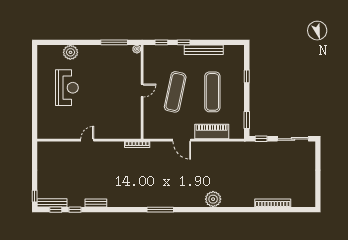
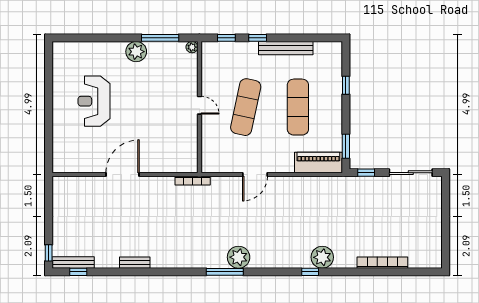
plant: (70, 52) -> (136, 52), moved
reception desk: (67, 88) -> (94, 101), turned 180
door: (142, 91) -> (199, 105), hinge flipped
piano: (212, 132) -> (318, 163), moved
door: (87, 140) -> (123, 175), width x1.88
door: (182, 140) -> (255, 175), hinge flipped
plant: (170, 199) -> (239, 257), added
plant: (213, 199) -> (322, 257), moved
window: (75, 210) -> (310, 272), moved

